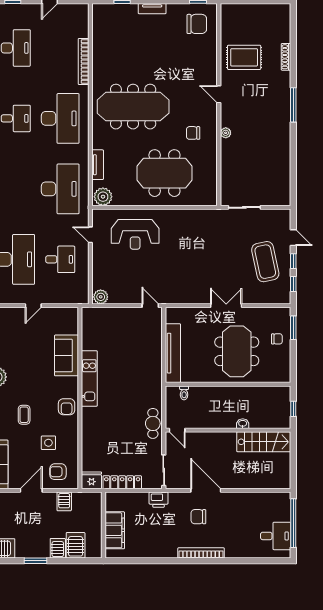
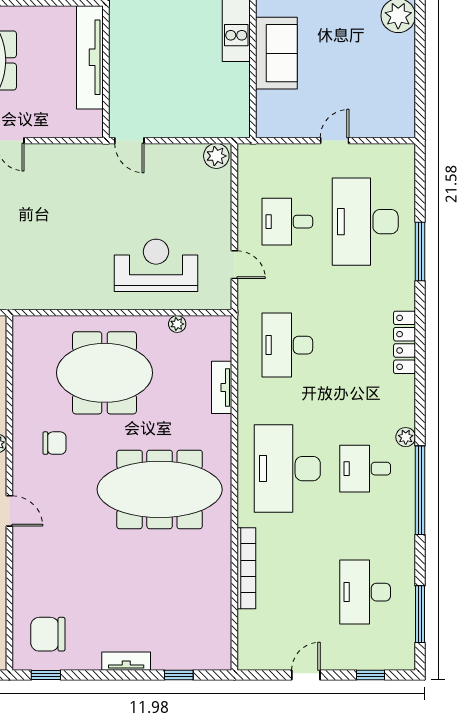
desk: (60, 189) -> (287, 345), width x0.73, depth x0.77
plant: (103, 197) -> (177, 324), moved, width x0.53, depth x0.53

